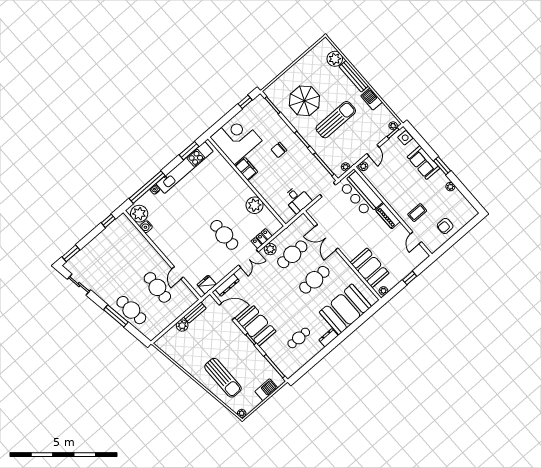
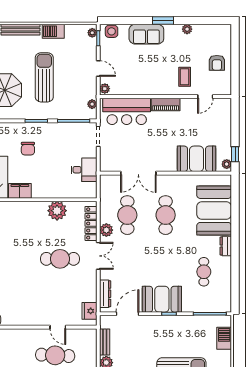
door: (416, 238) -> (205, 97), hinge flipped
locker: (262, 239) -> (91, 223), width x1.53
window: (410, 278) -> (235, 154), moved

